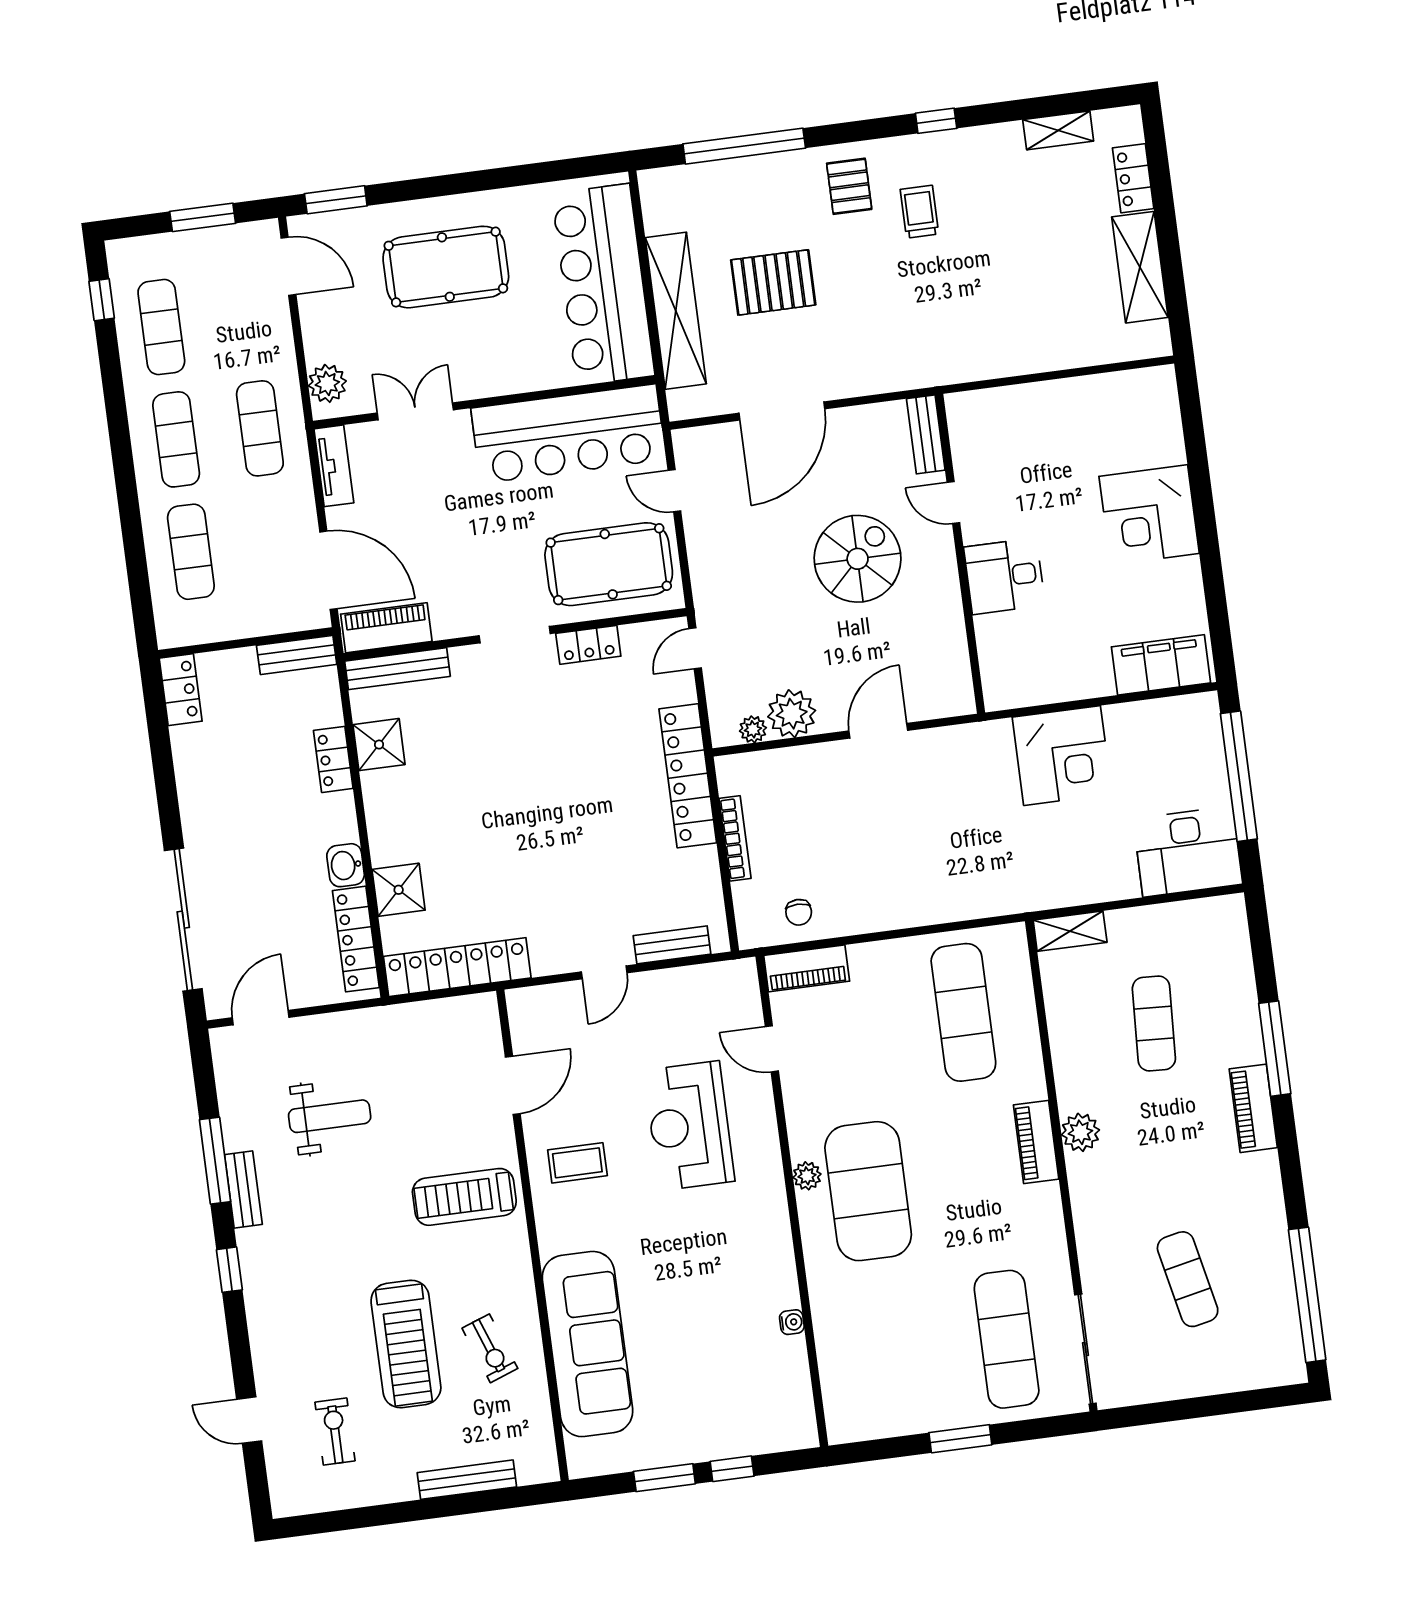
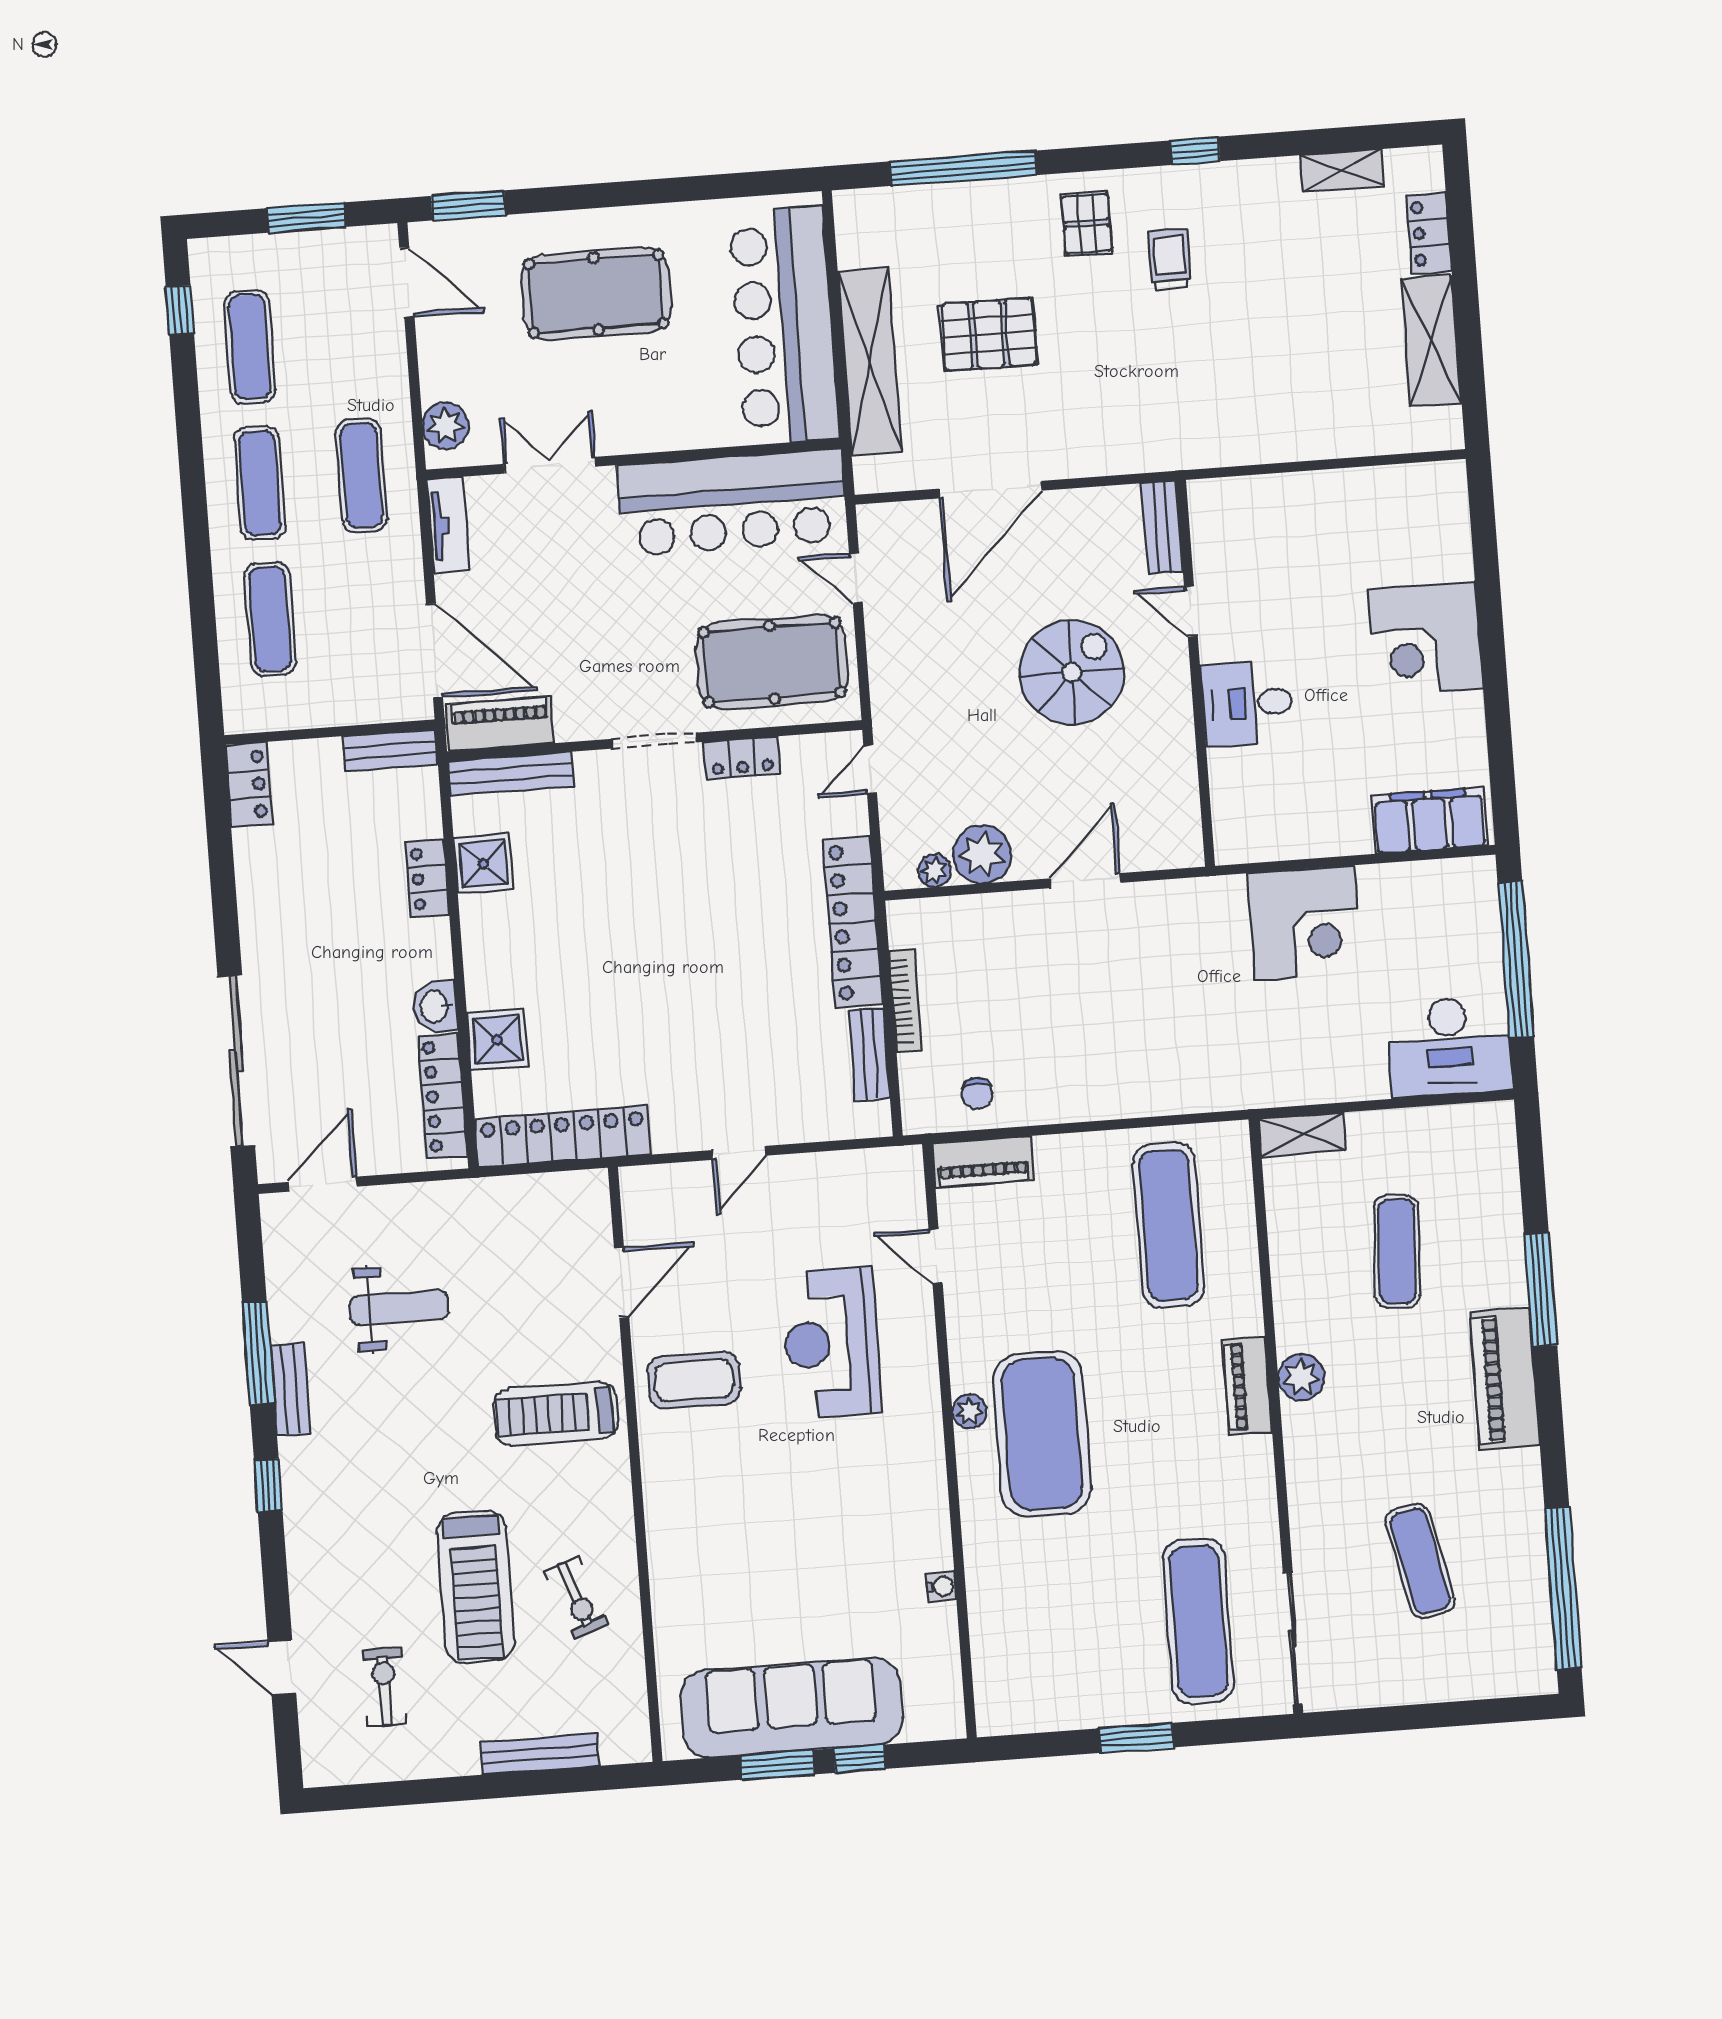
bench: (672, 945) -> (869, 1054), moved, turned 90
piano: (1253, 1108) -> (1505, 1379), width x1.37, depth x1.33
coffee table: (577, 1163) -> (694, 1380), width x1.36, depth x1.30
sofa: (588, 1344) -> (791, 1708), moved, turned -90

